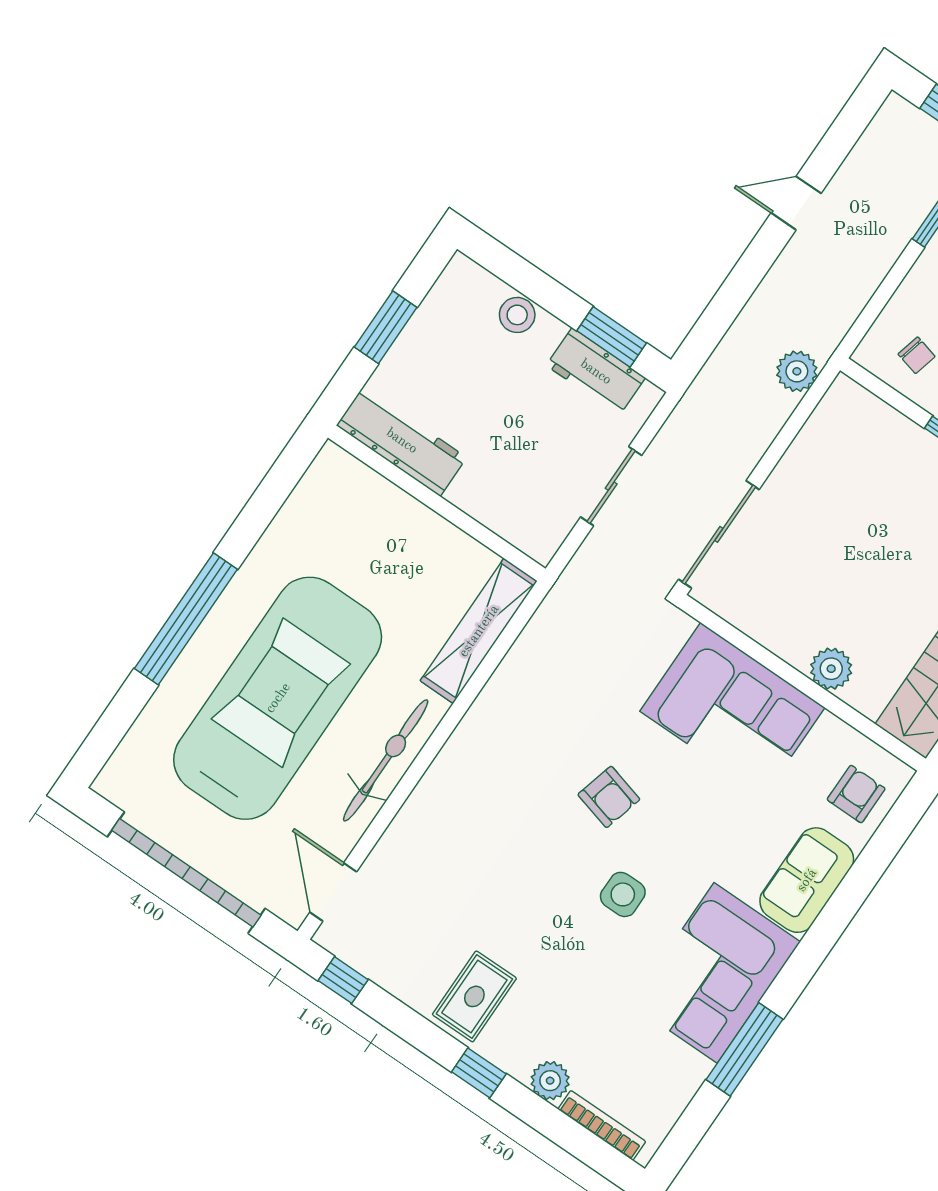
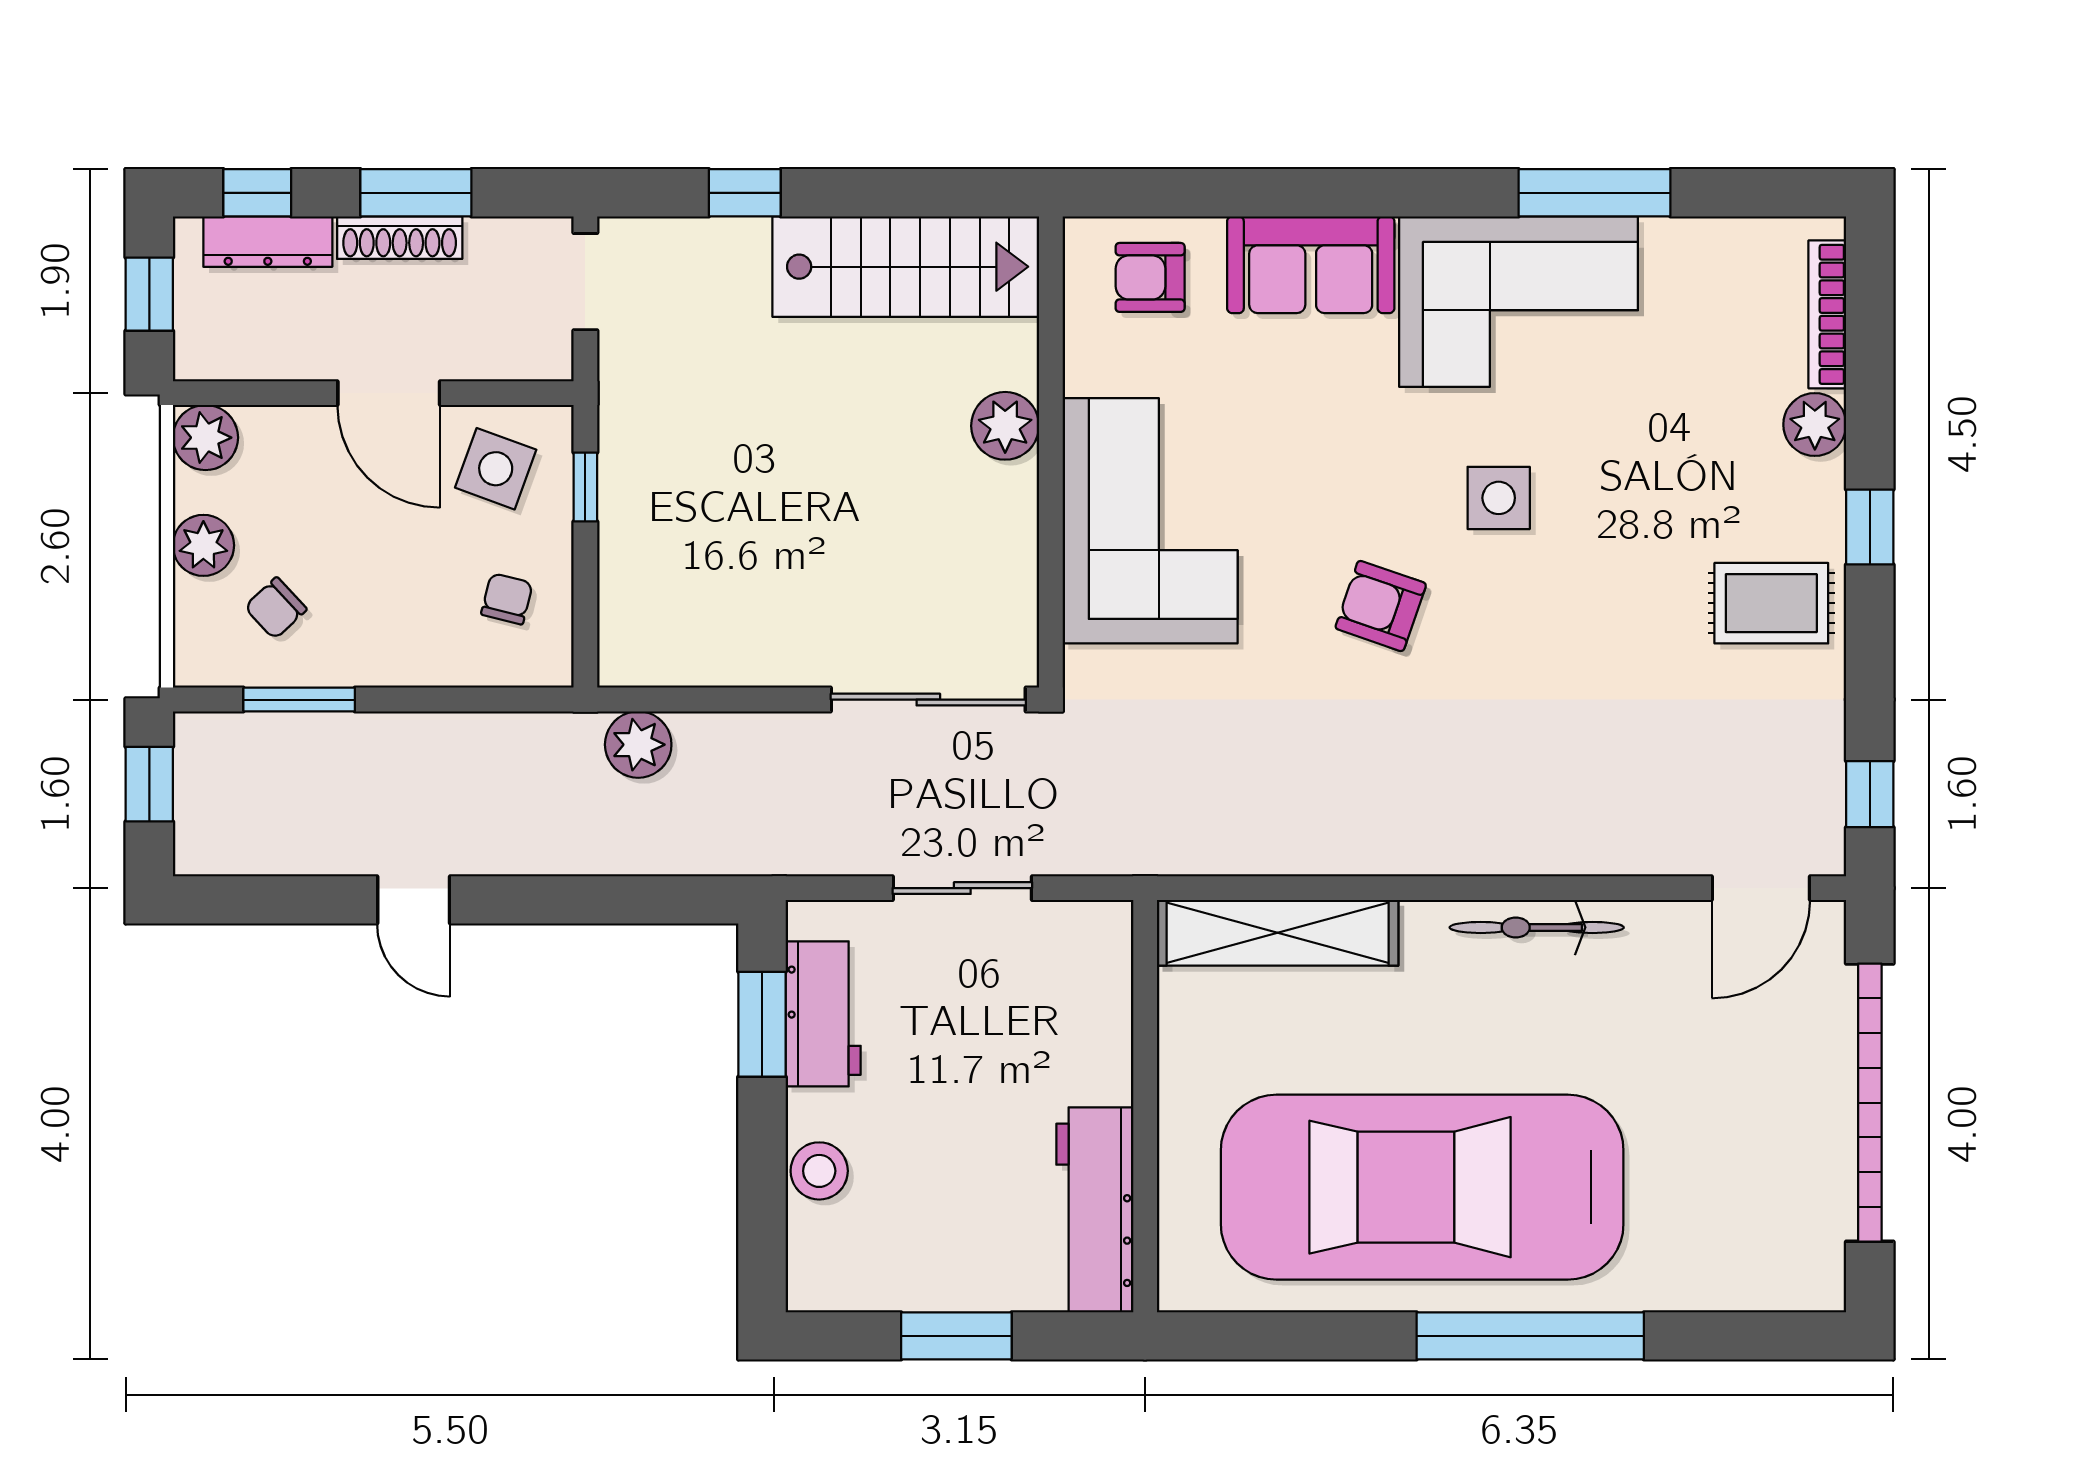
car: (278, 698) -> (1422, 1187), moved
bicycle: (386, 760) -> (1537, 927), width x0.73, depth x0.71
armchair: (609, 797) -> (1381, 606), turned -86

